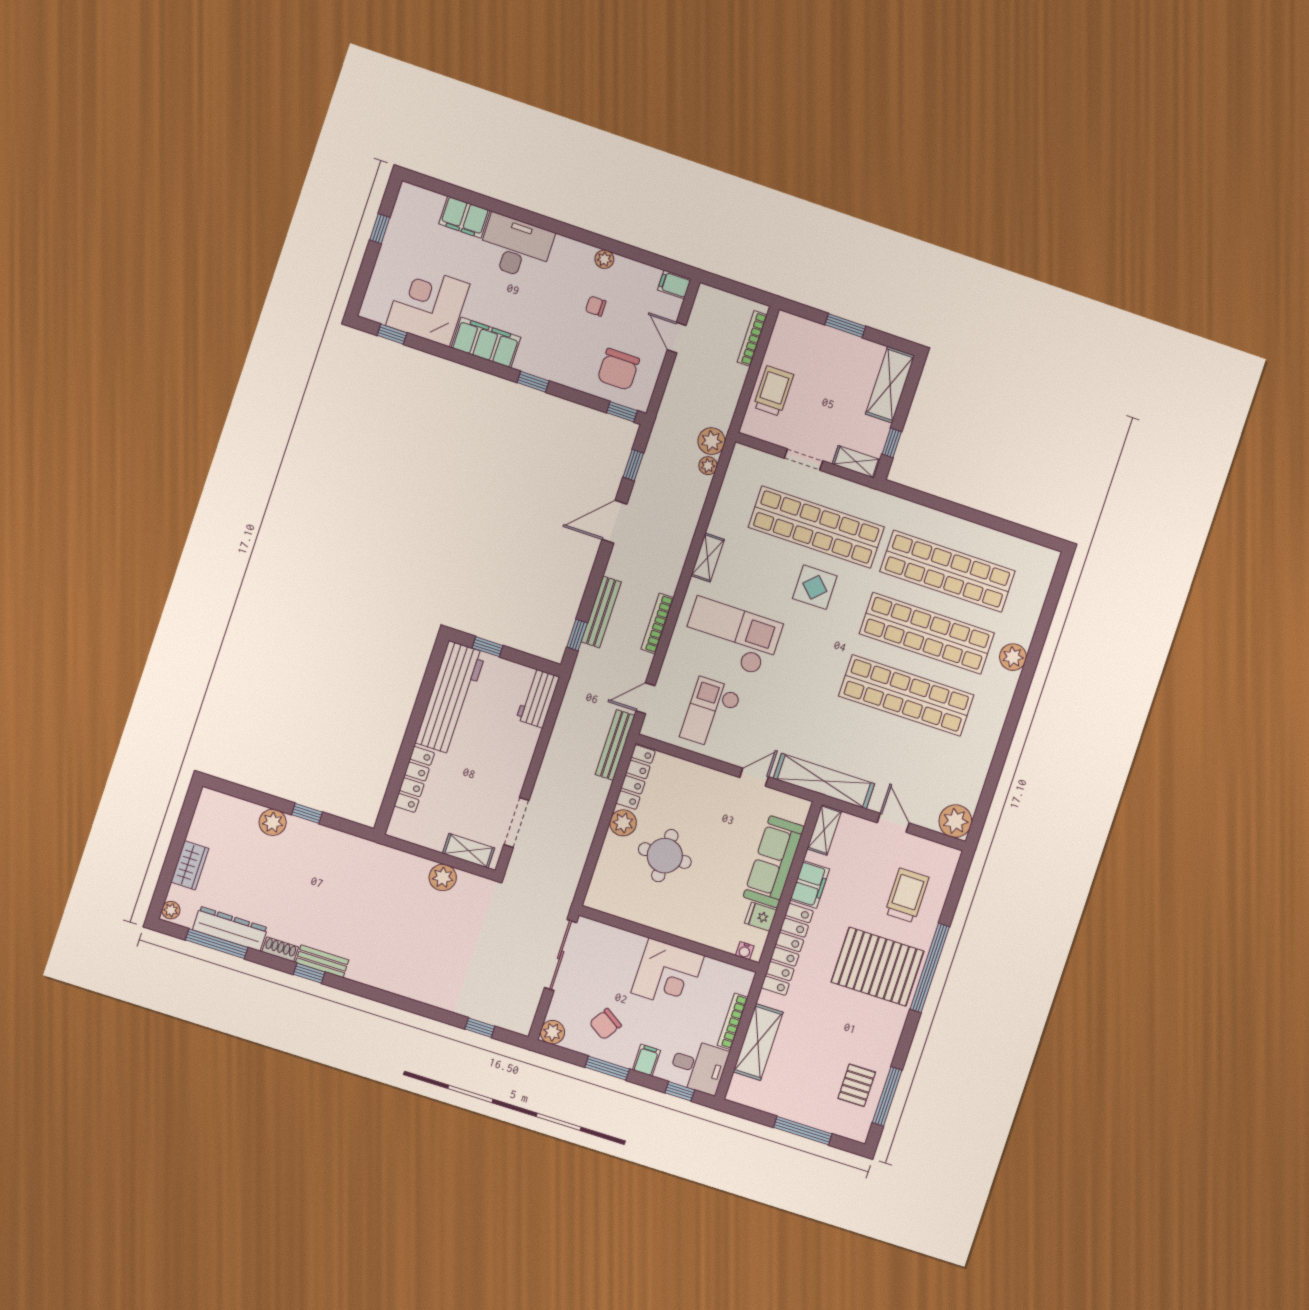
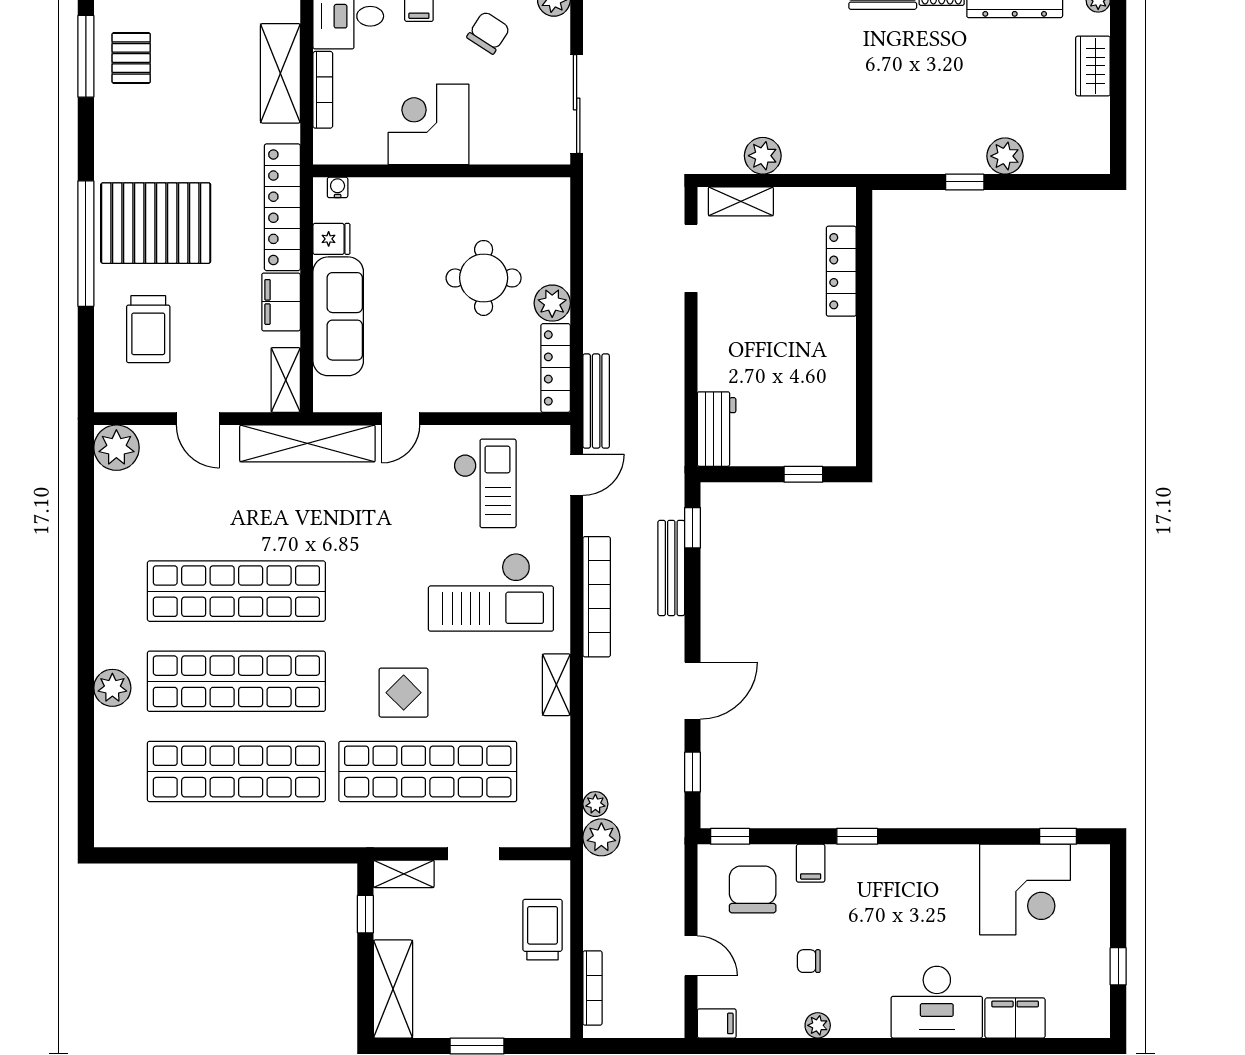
chair: (596, 306) -> (809, 961), turned 180
filing cabinet: (486, 342) -> (811, 863), moved, width x0.33, depth x0.86
trolley: (773, 391) -> (542, 930), turned 180
bookcase: (657, 623) -> (597, 597), width x1.48, depth x1.31
workbench: (450, 698) -> (829, 392), removed

